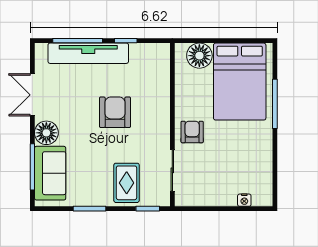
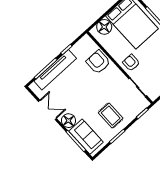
double door: (32, 95) -> (47, 110), swing flipped
armchair: (115, 112) -> (98, 62), moved
rug: (127, 183) -> (111, 116), moved

